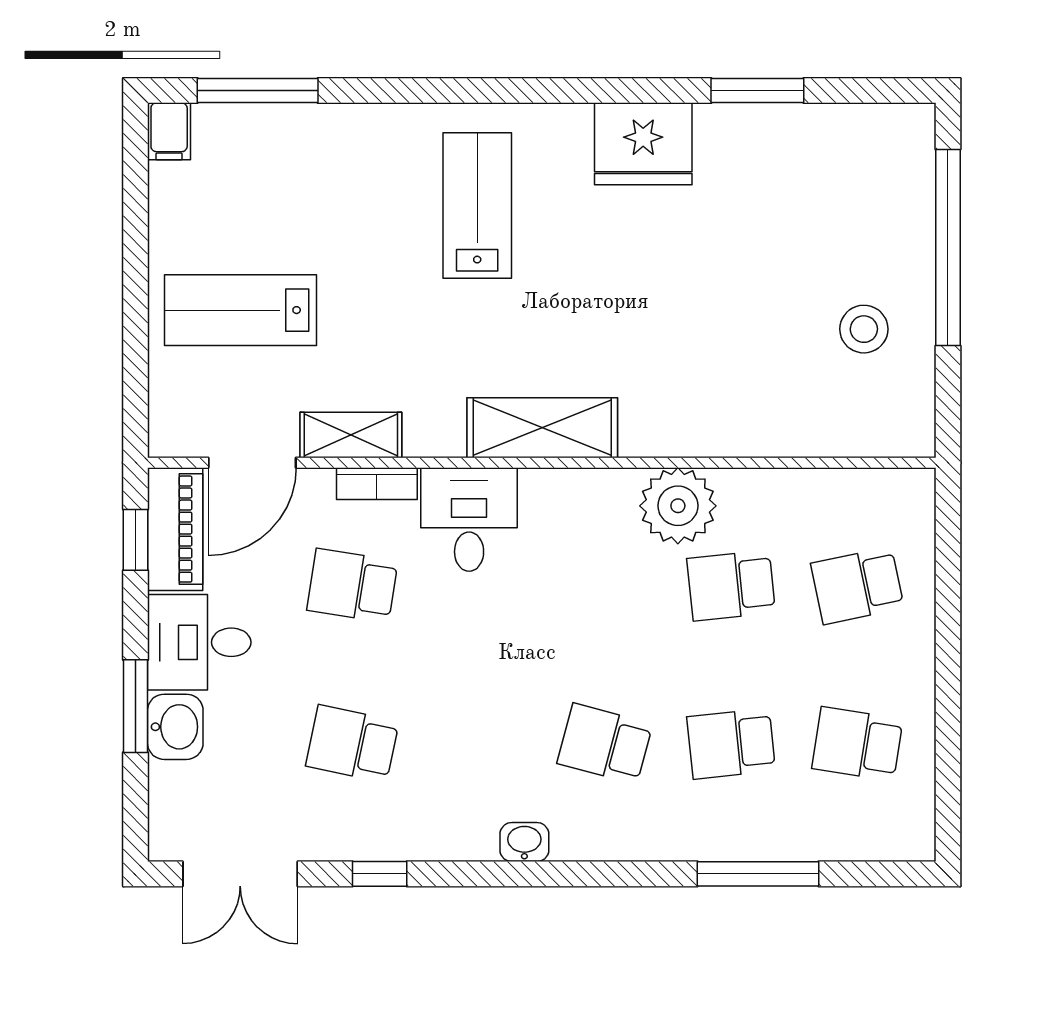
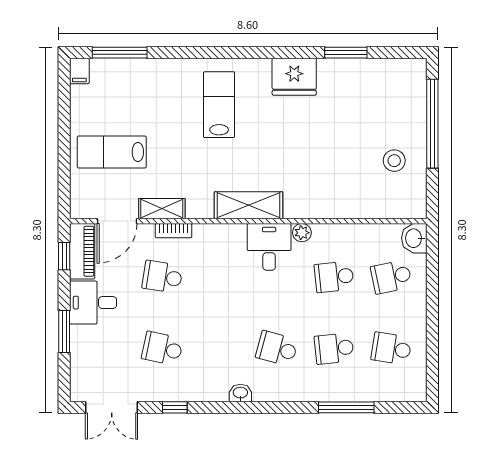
plant: (678, 506) -> (302, 233), width x0.53, depth x0.53
desk: (469, 520) -> (269, 247), moved
washbasin: (175, 727) -> (414, 238), moved, turned 180

